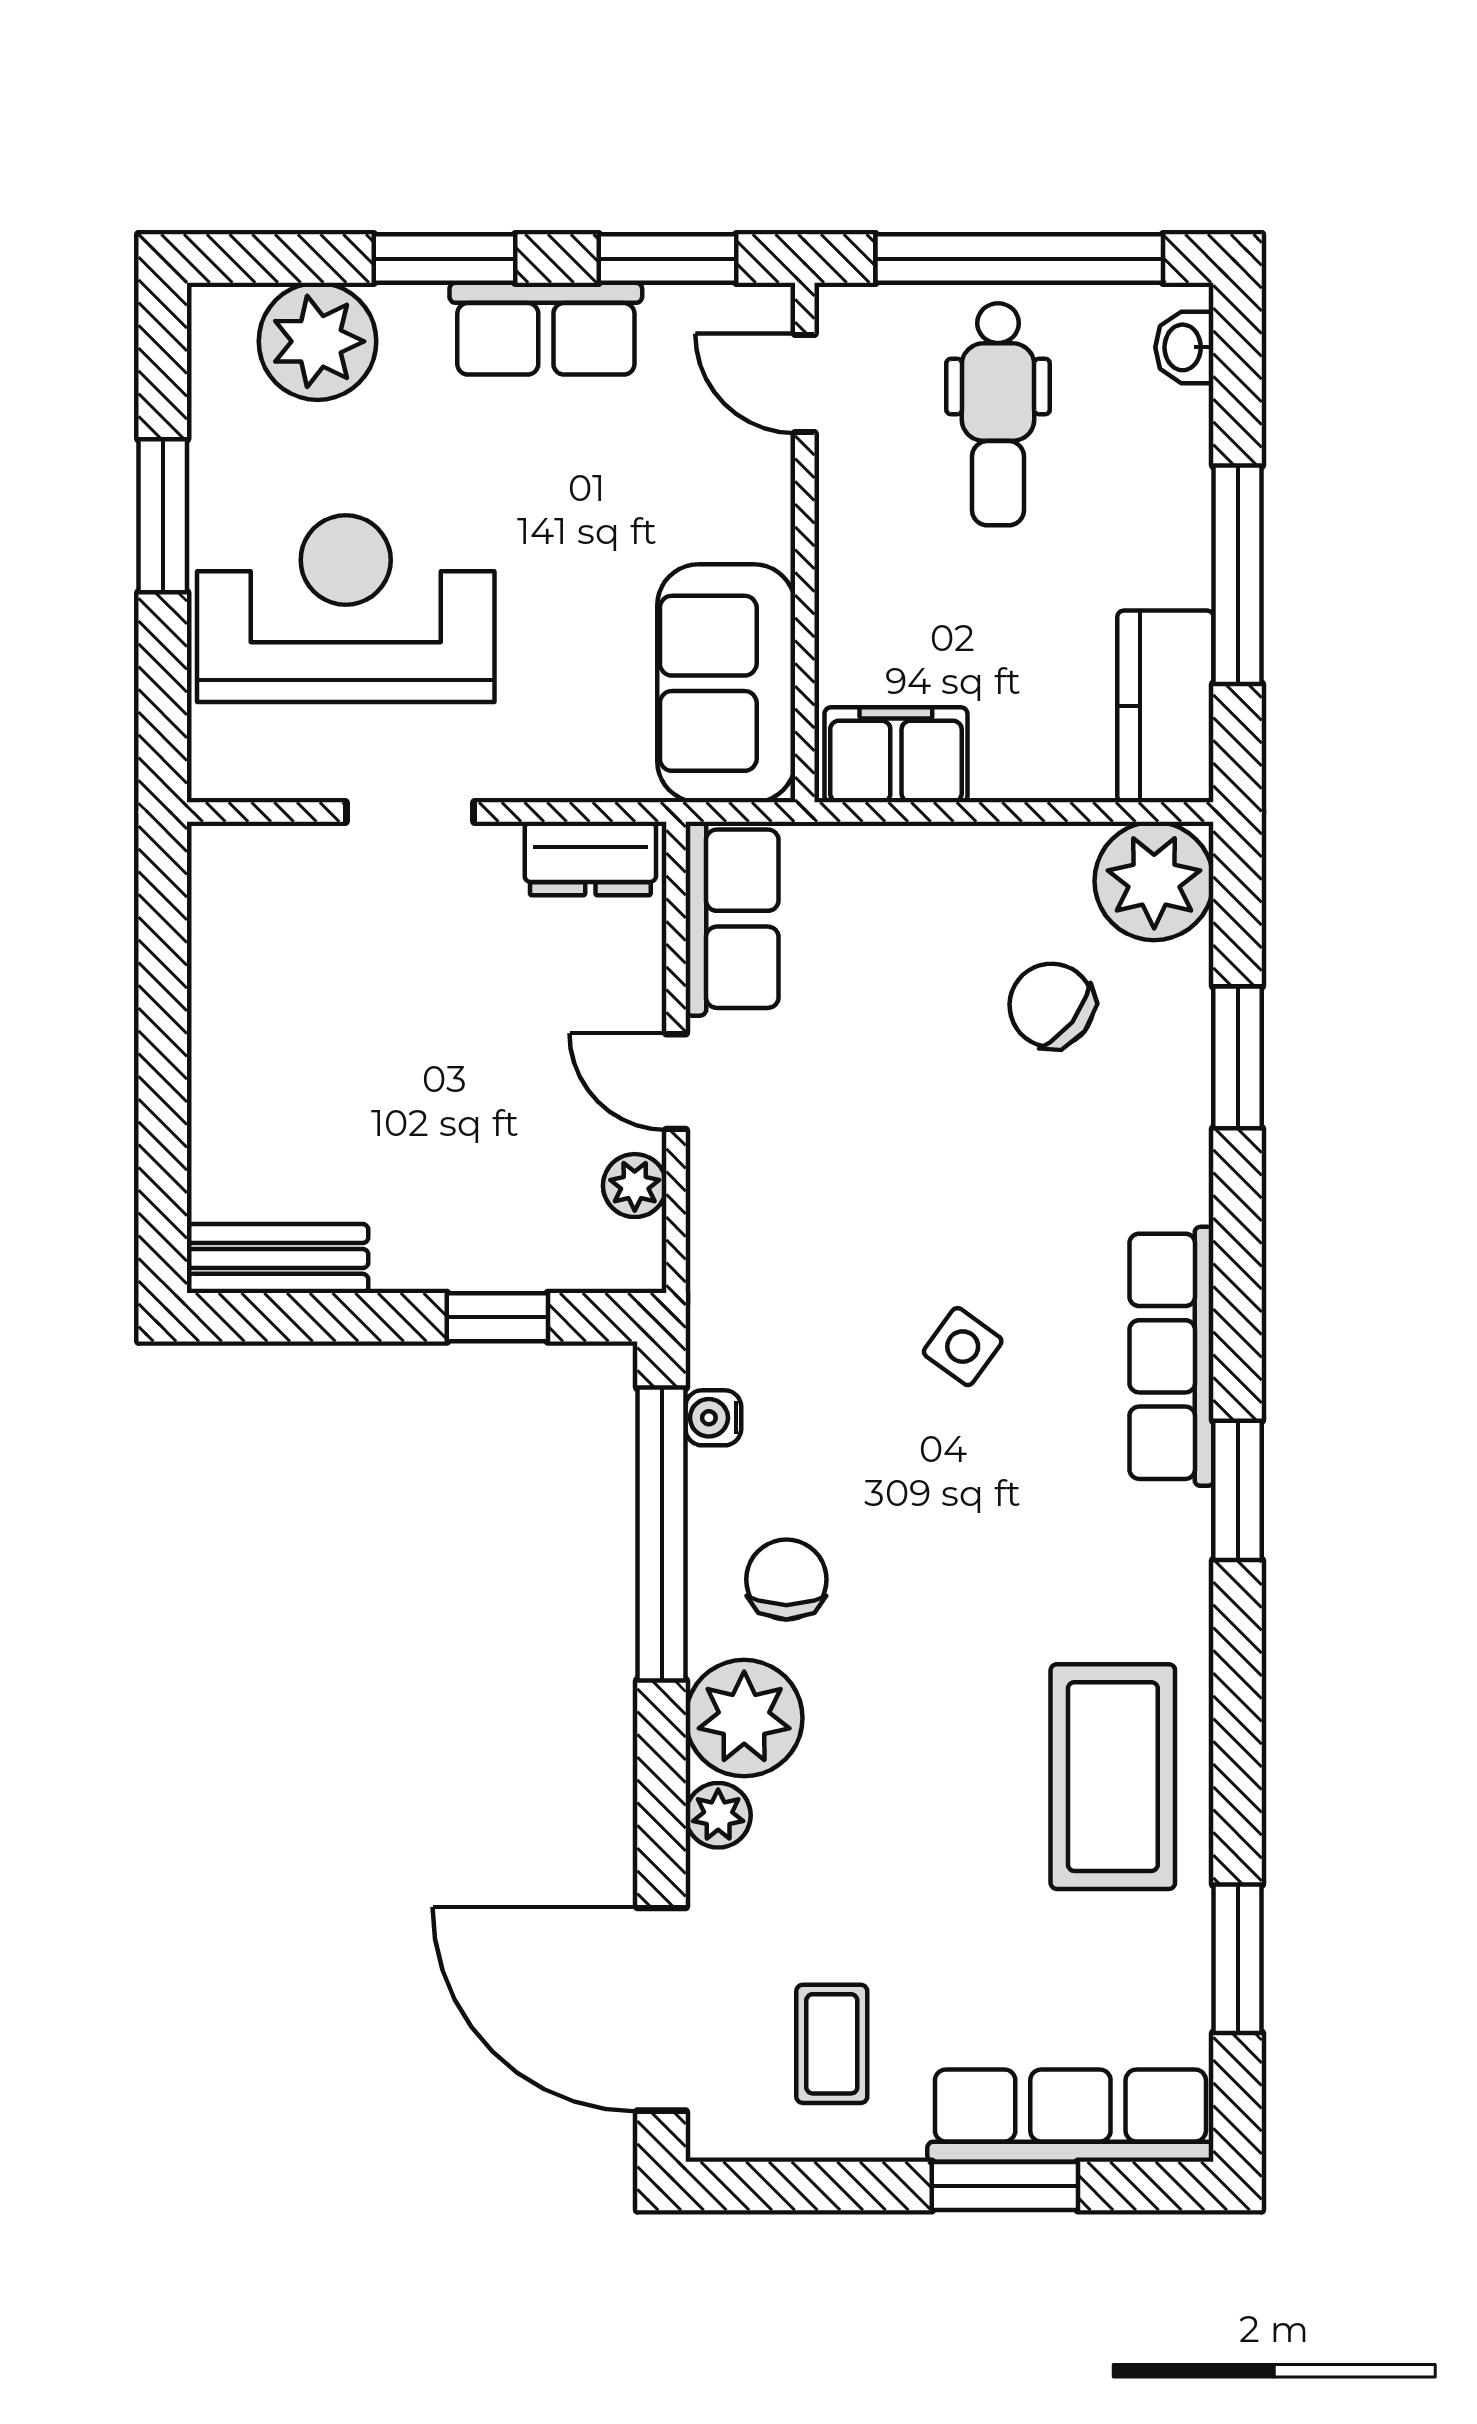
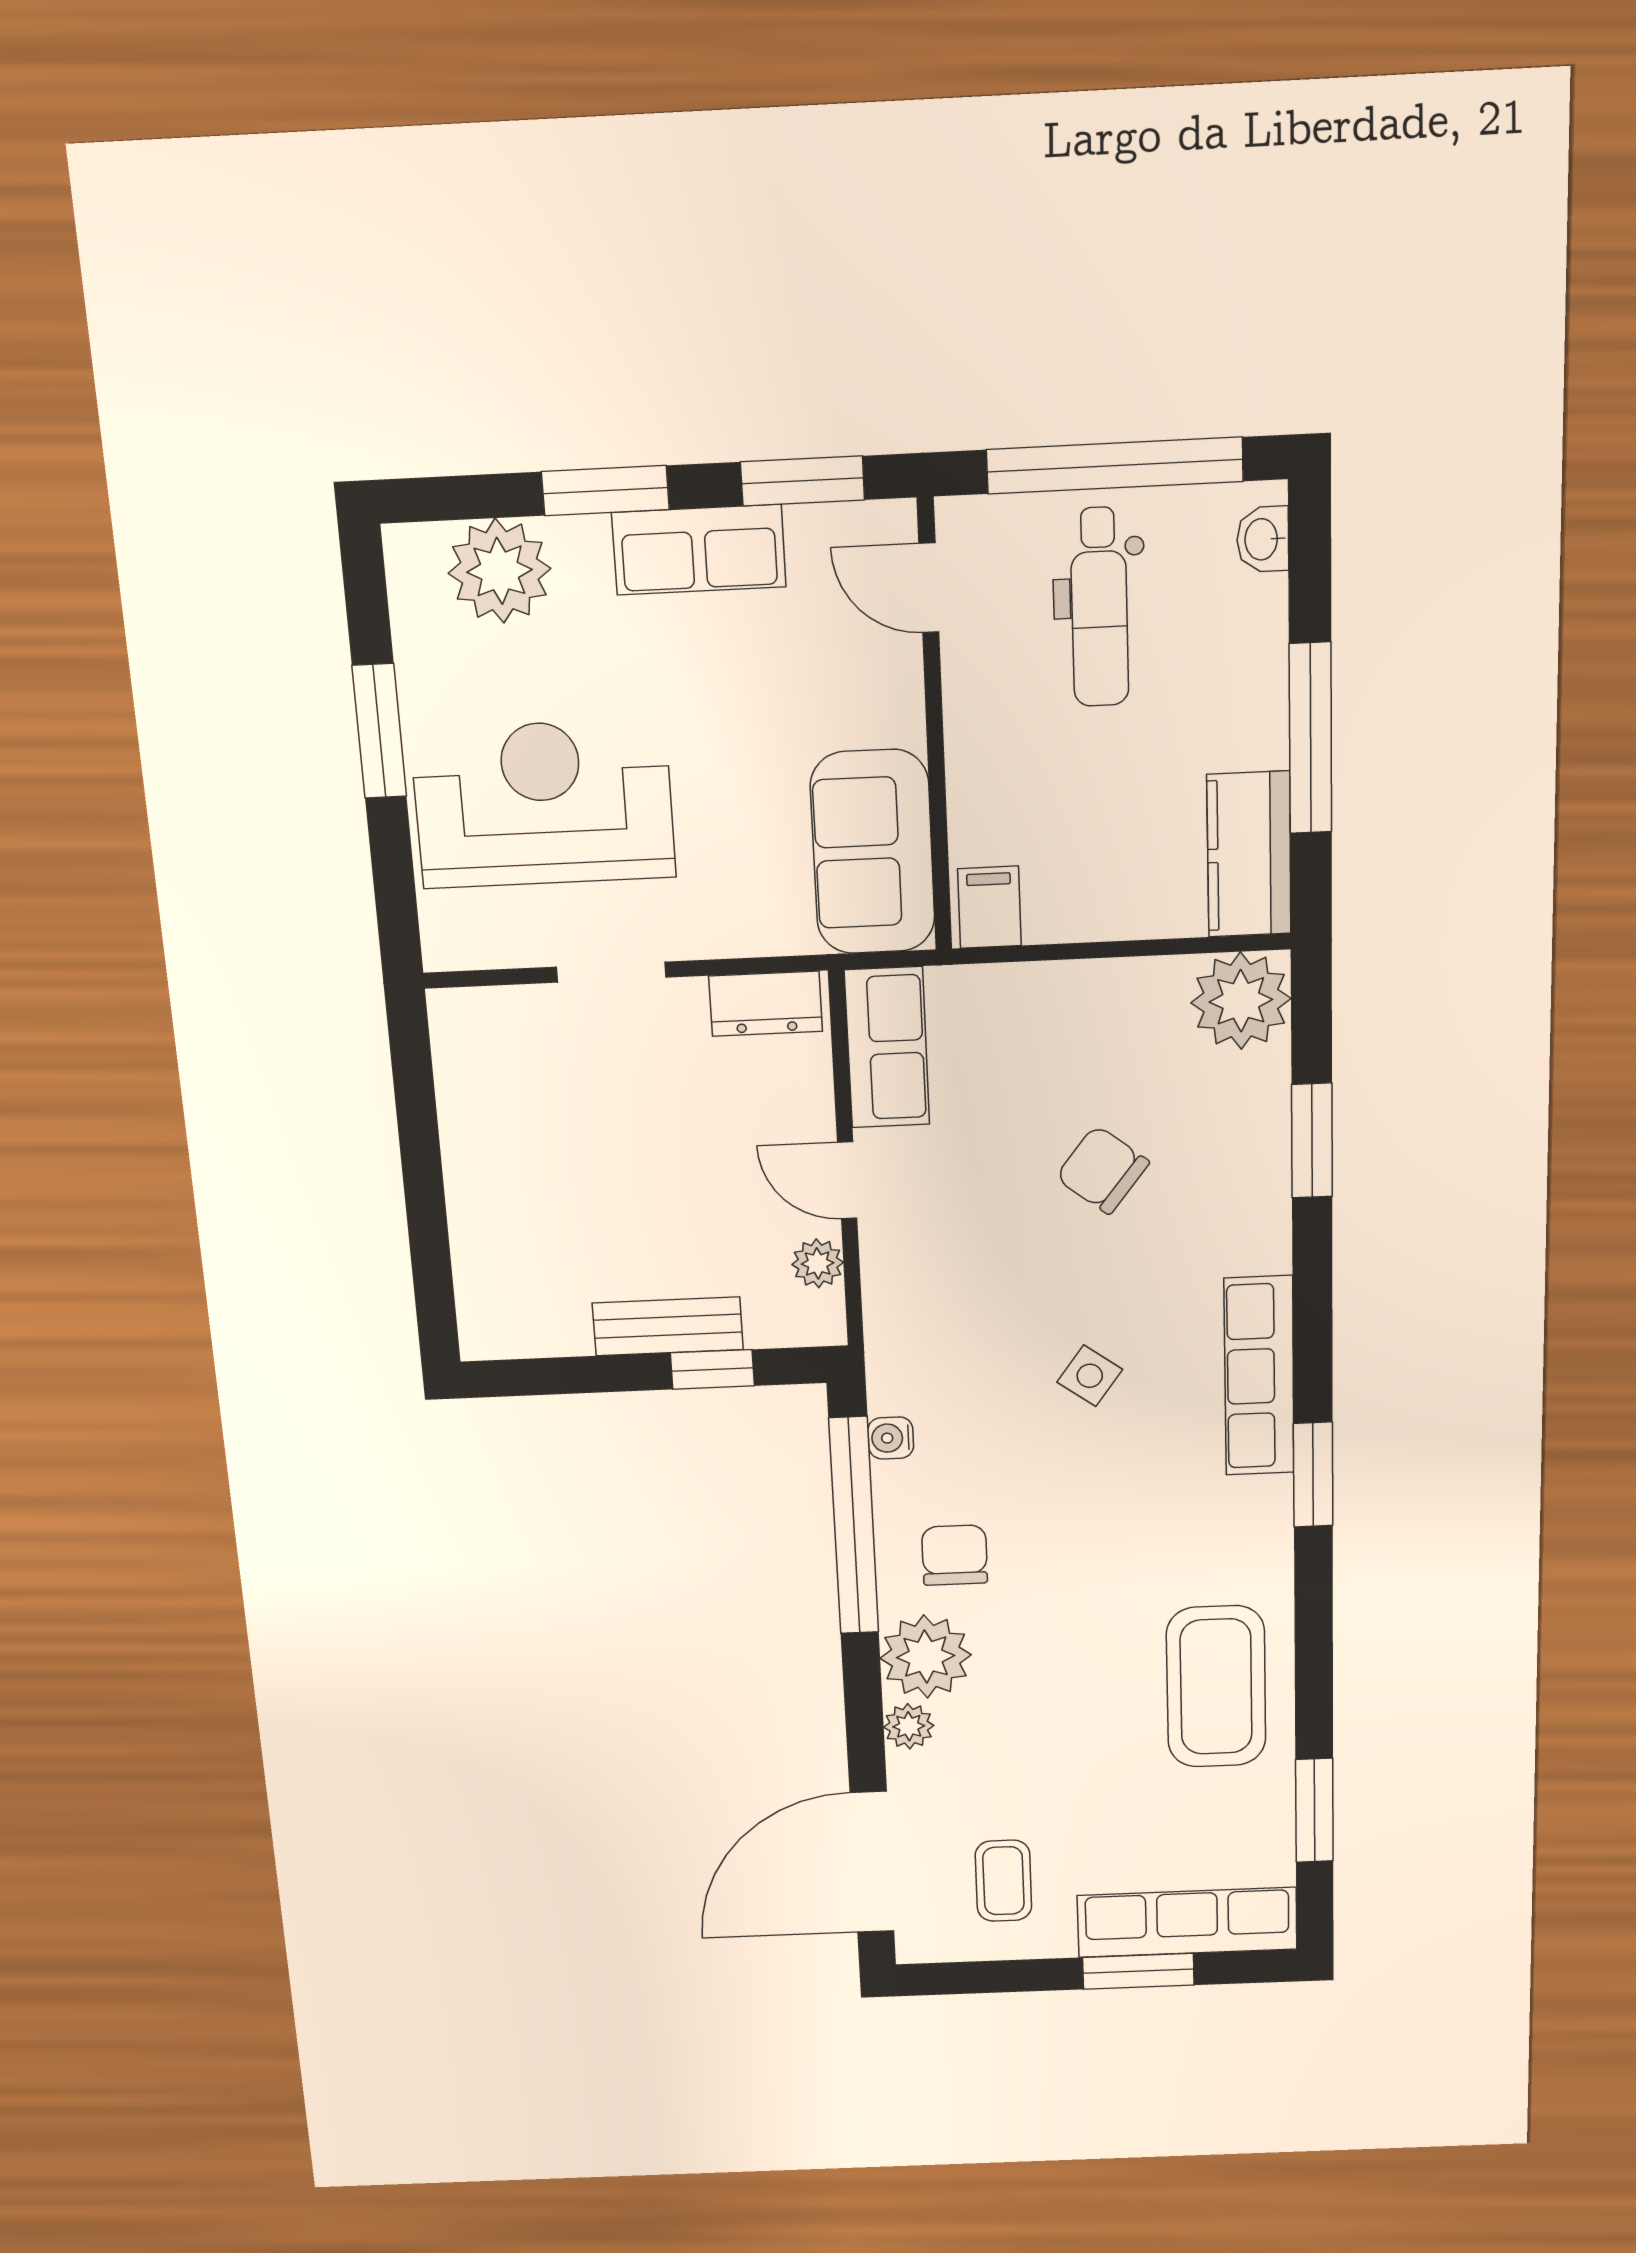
filing cabinet: (896, 755) -> (989, 907), width x0.50
chair: (1052, 1005) -> (1102, 1170), moved
bench: (278, 1258) -> (668, 1326), moved
door: (662, 2009) -> (872, 1862), hinge flipped

